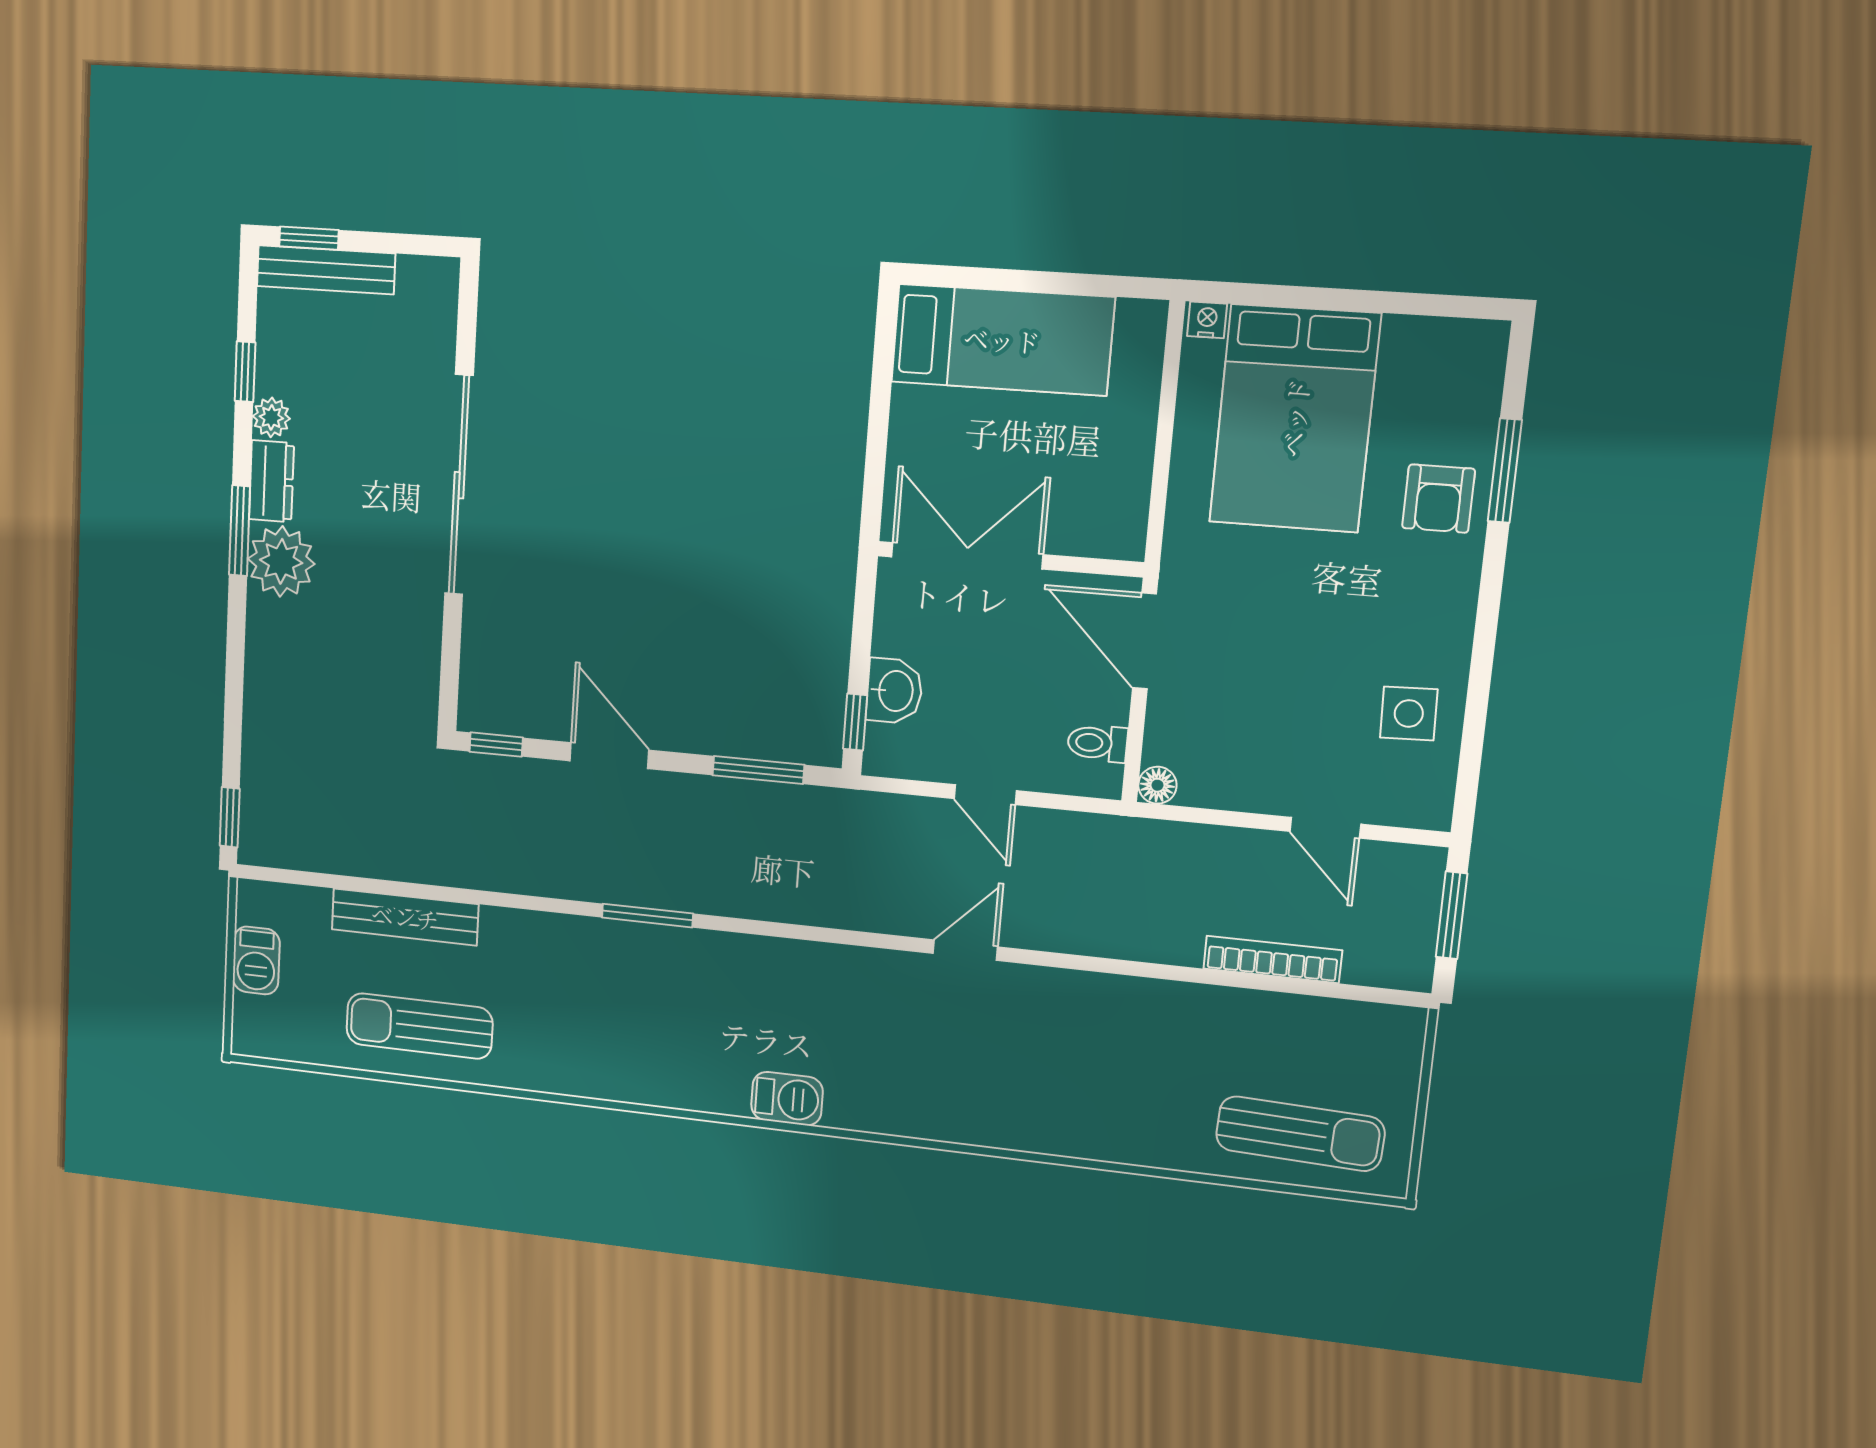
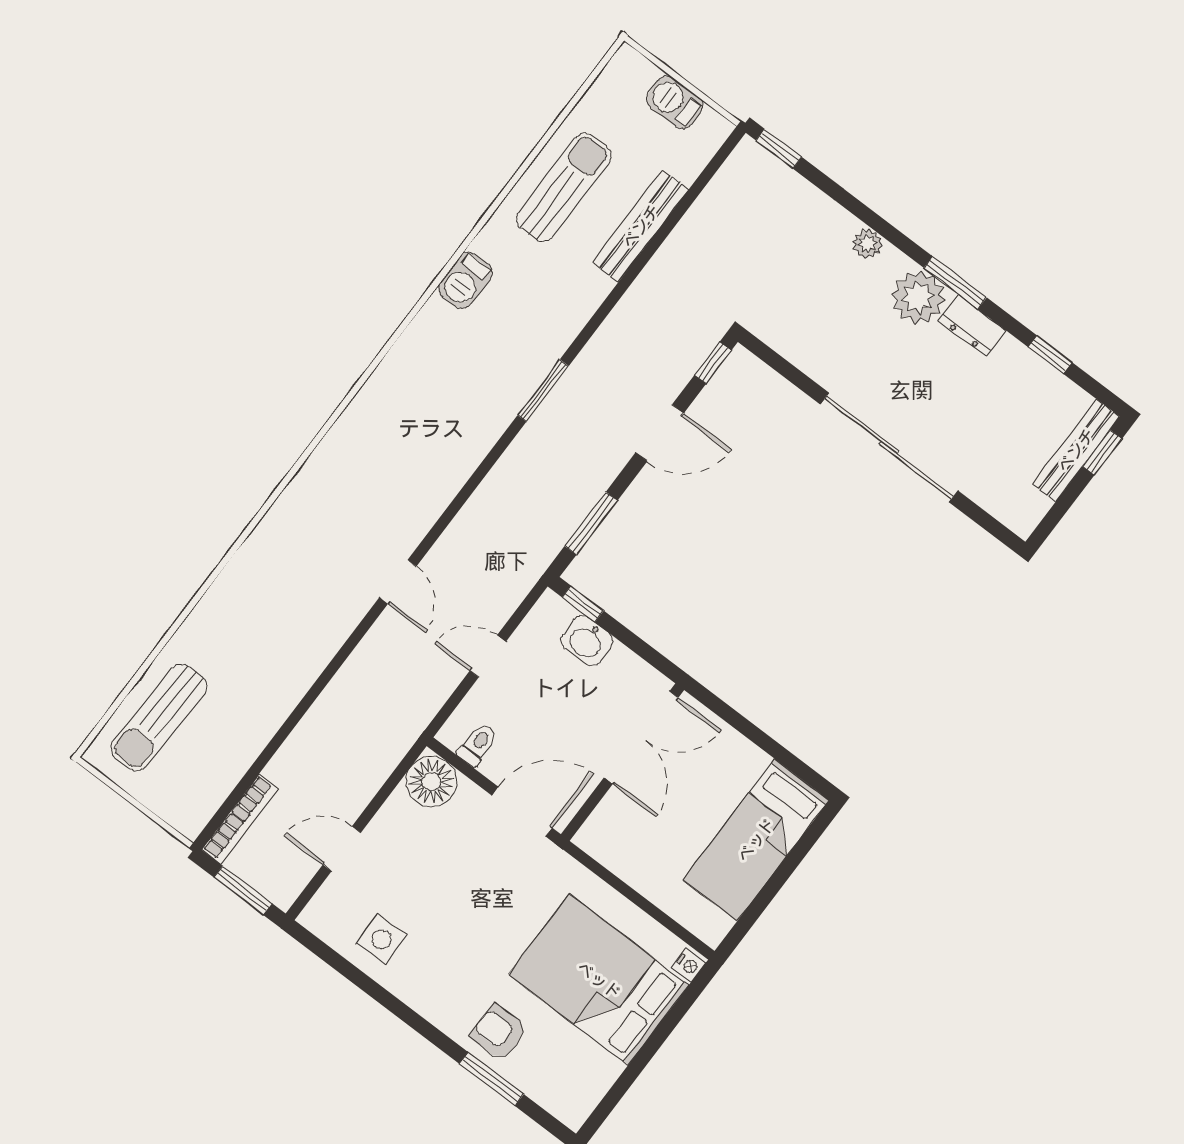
plant: (271, 417) -> (867, 244), moved
floor lamp: (1157, 785) -> (431, 782), width x1.89, depth x1.89
bookcase: (1273, 959) -> (240, 819), moved
barbecue: (787, 1099) -> (465, 280), moved

